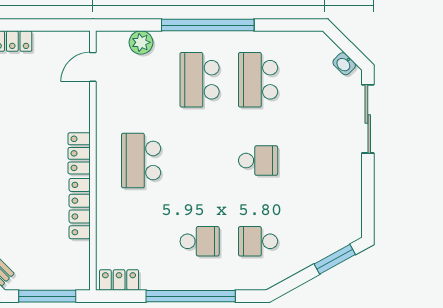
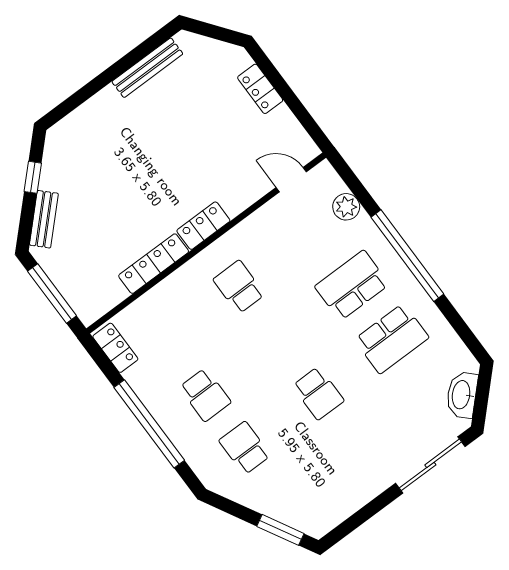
washbasin: (344, 64) -> (462, 395), width x1.91, depth x1.45
school desk: (258, 80) -> (392, 339), turned 180
school desk: (141, 161) -> (239, 287), width x0.54

